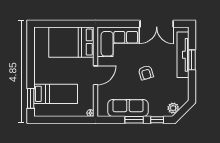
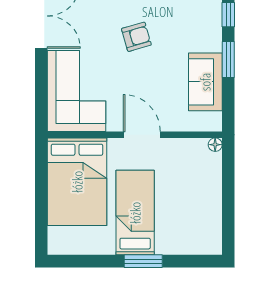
bed: (56, 94) -> (135, 213), moved
window: (31, 98) -> (143, 261), moved
sofa: (128, 108) -> (205, 82), width x0.73

